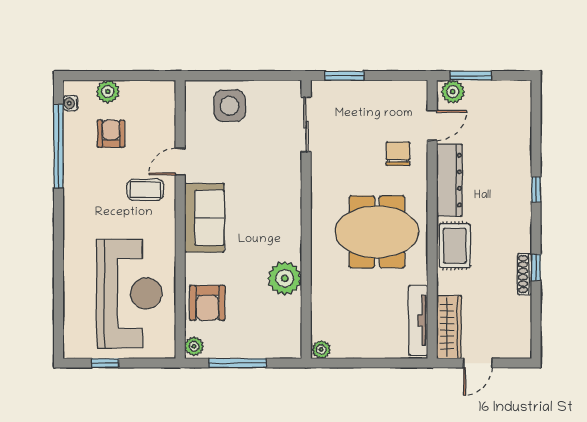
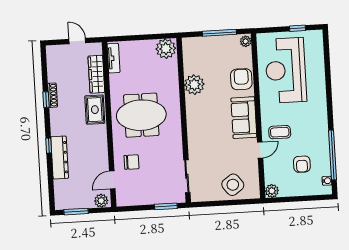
window: (471, 76) -> (76, 212), moved
plant: (108, 92) -> (272, 191), moved
side table: (229, 106) -> (233, 185), turned -36
chair: (398, 154) -> (132, 162), turned -90
dresser: (449, 180) -> (60, 158), moved, turned 180
armchair: (207, 303) -> (241, 79), moved
tv unit: (418, 320) -> (114, 58), width x0.71
wardrobe: (449, 327) -> (96, 74), moved
plant: (321, 350) -> (166, 49), width x1.88, depth x1.88
door: (478, 363) -> (77, 41), hinge flipped

